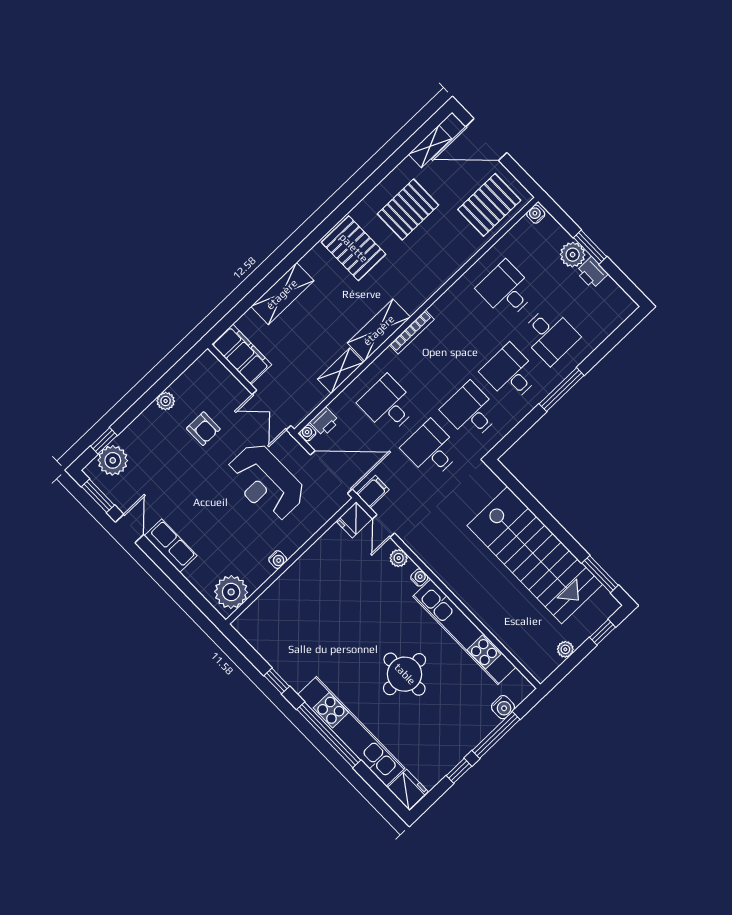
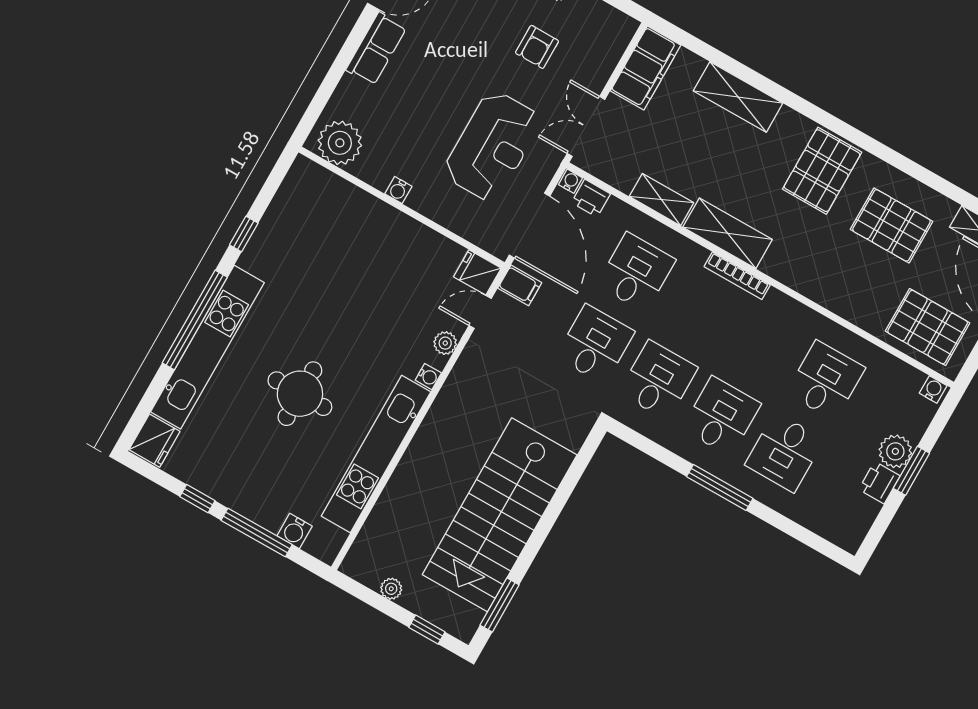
reception desk: (266, 482) -> (492, 146), turned 180

